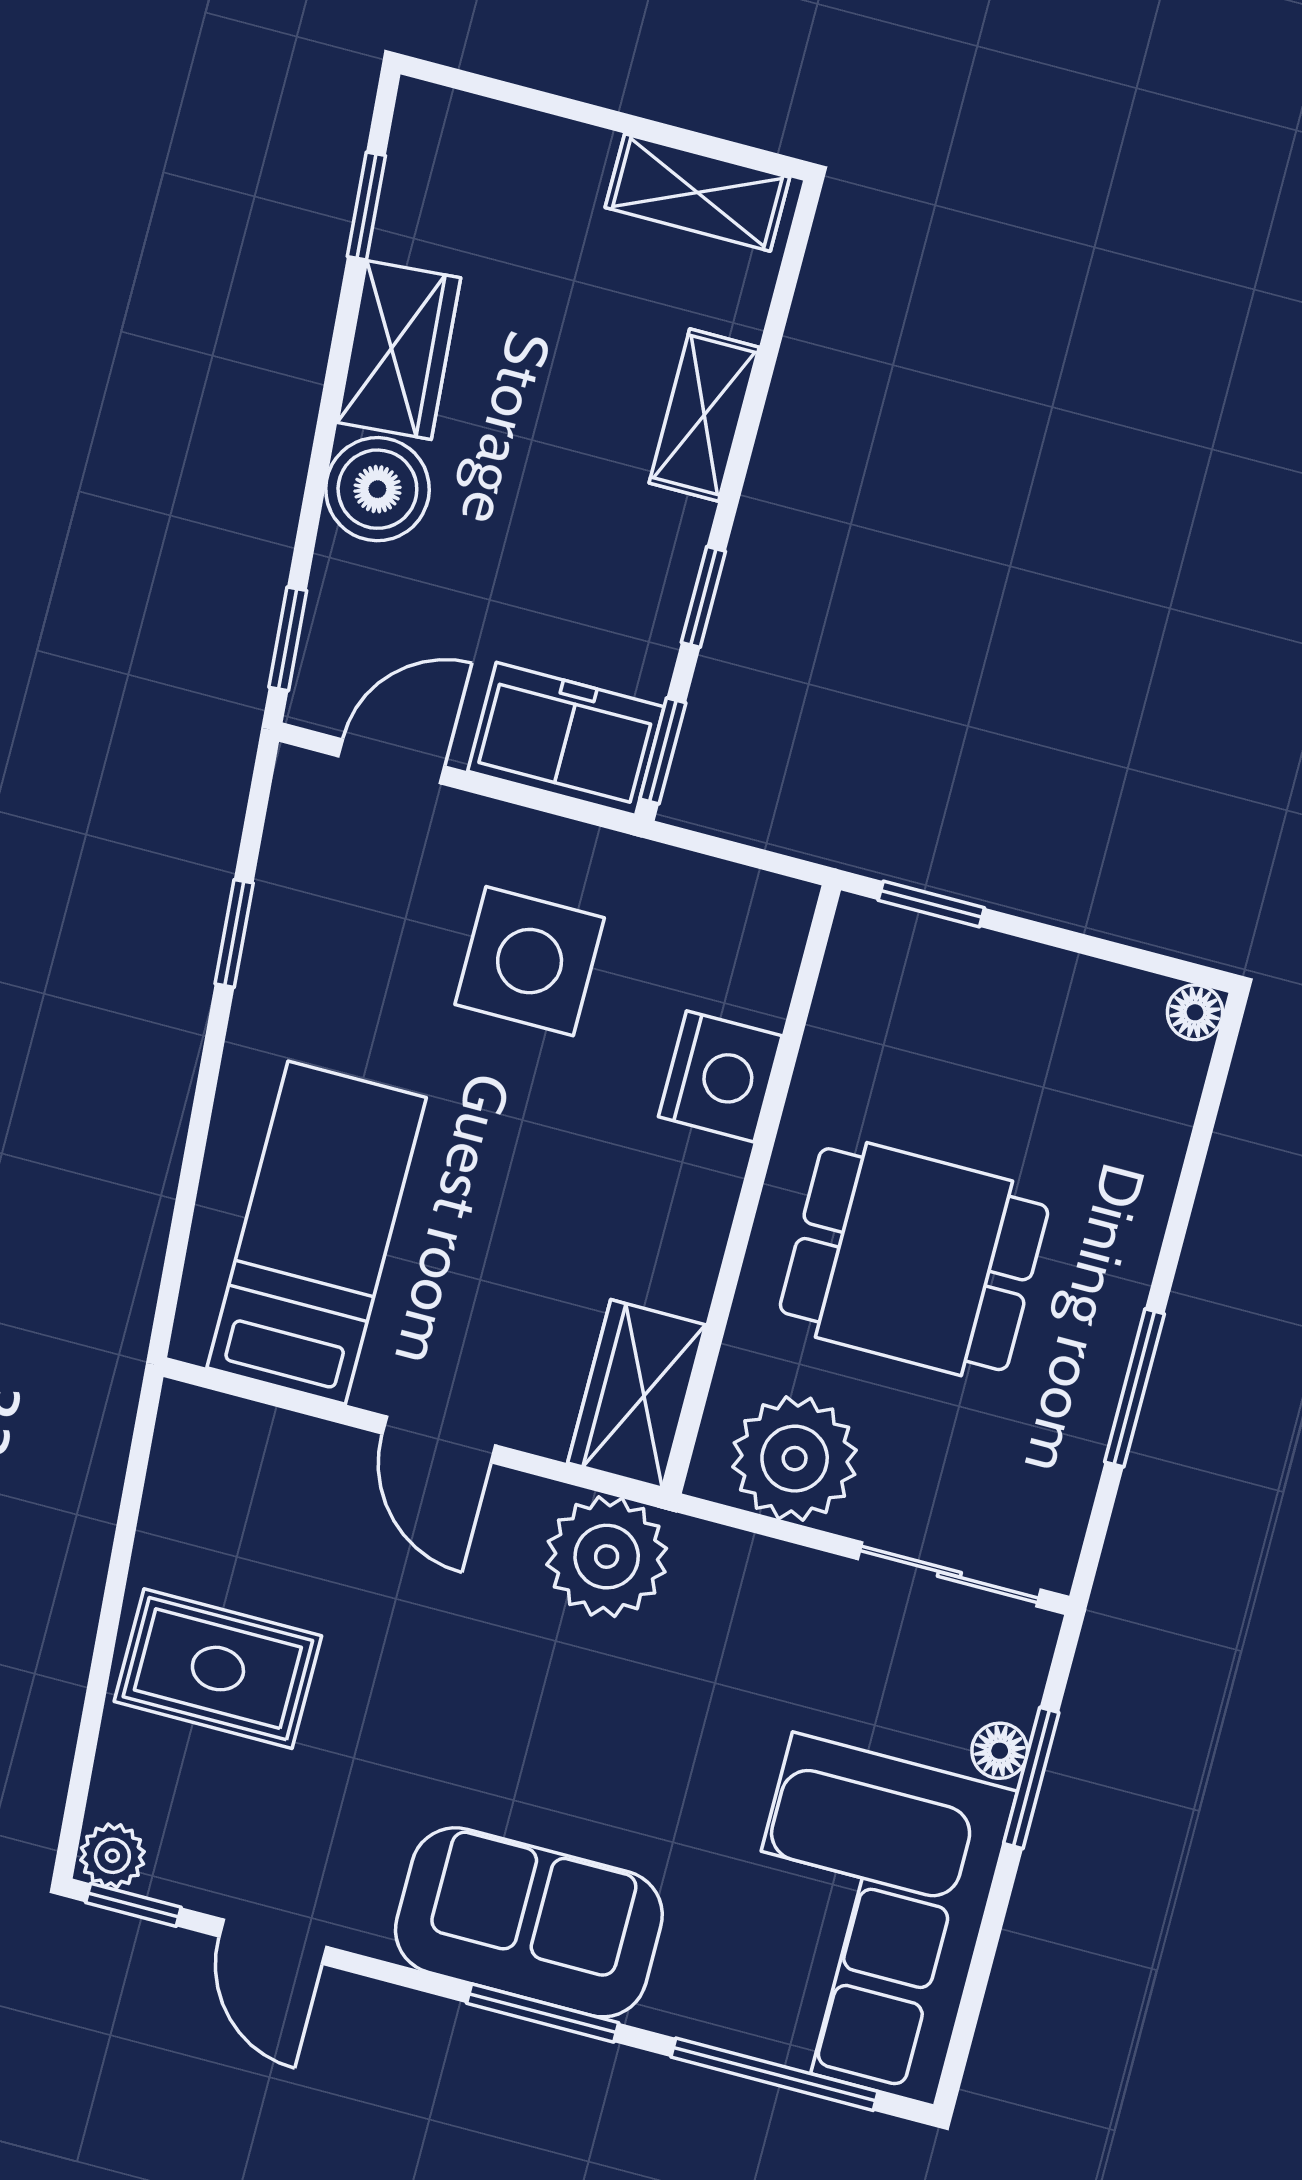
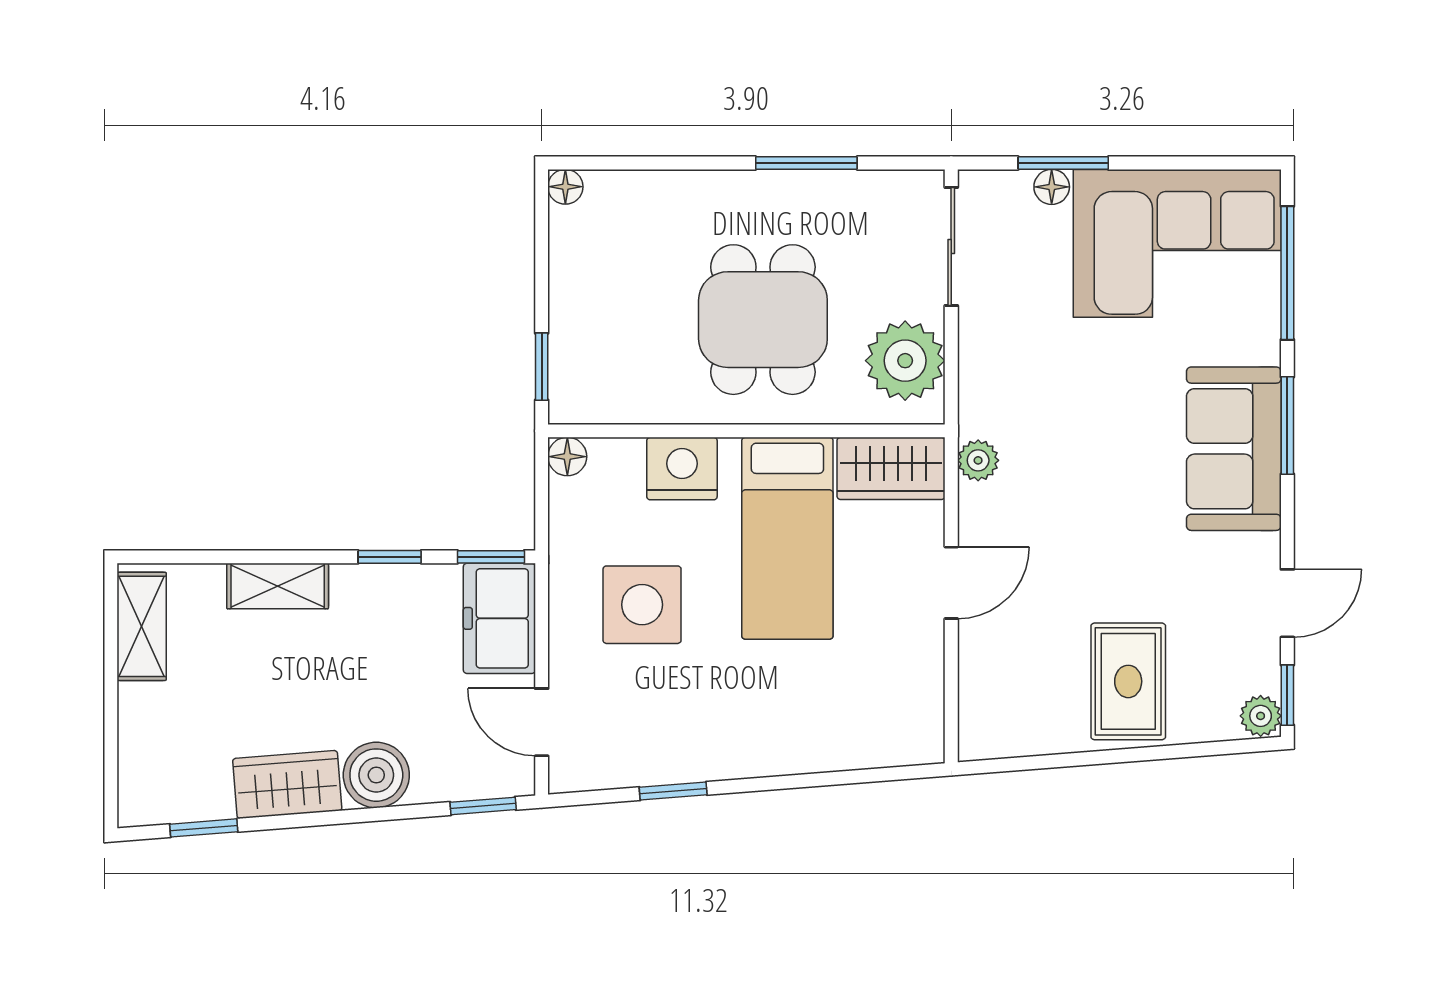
floor lamp: (785, 907) -> (567, 457), added
bed: (317, 1233) -> (787, 538), moved, turned -90
plant: (607, 1557) -> (978, 460), width x0.53, depth x0.53

